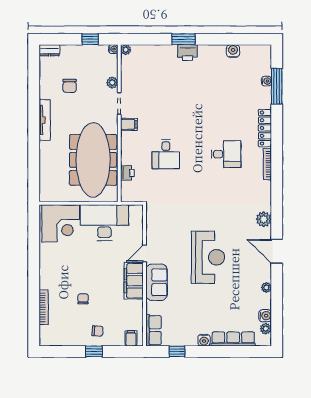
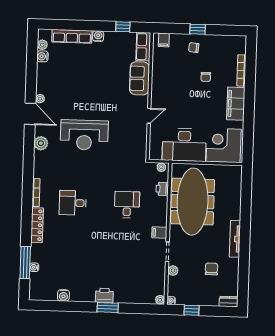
plant: (129, 197) -> (161, 167), added
reception desk: (208, 257) -> (84, 135), moved, turned -90
filing cabinet: (134, 281) -> (236, 104), moved, turned 180
sofa: (157, 282) -> (140, 78), moved
plant: (266, 287) -> (40, 99), moved

